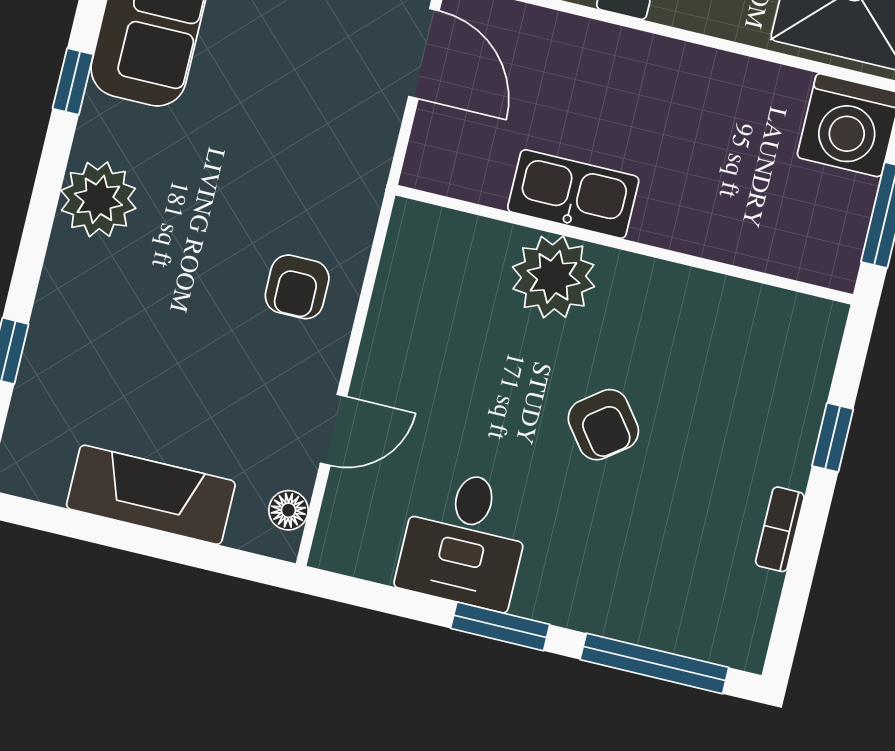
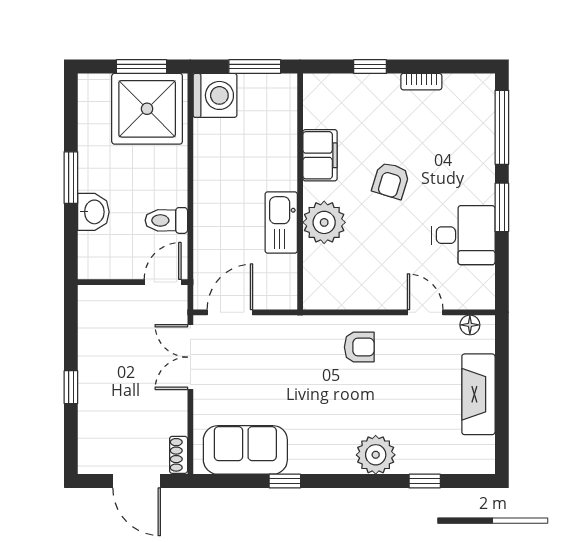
plant: (98, 199) -> (376, 455), moved
filing cabinet: (685, 300) -> (320, 155), added
armchair: (603, 425) -> (391, 181), turned 144

